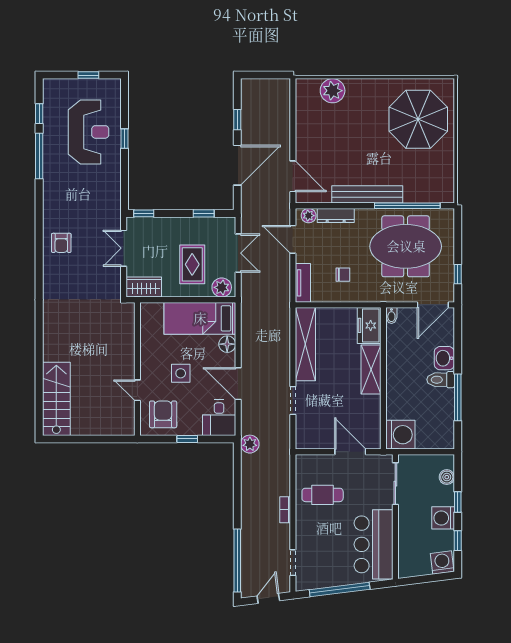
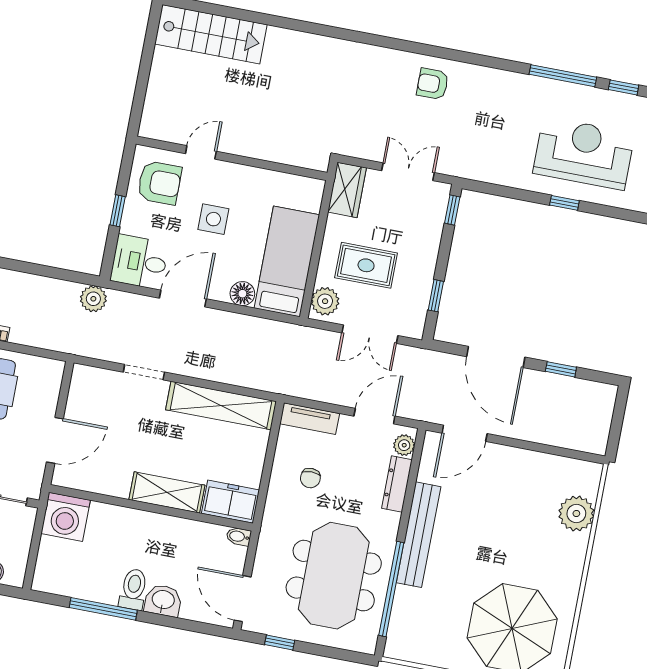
reception desk: (89, 132) -> (584, 153), turned 180

